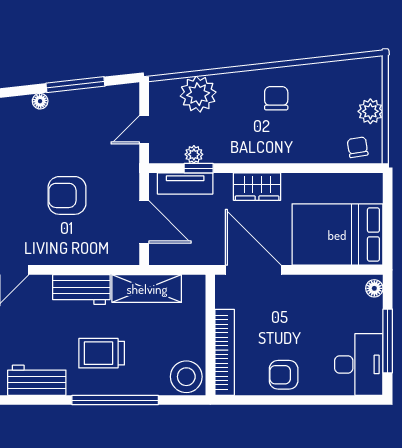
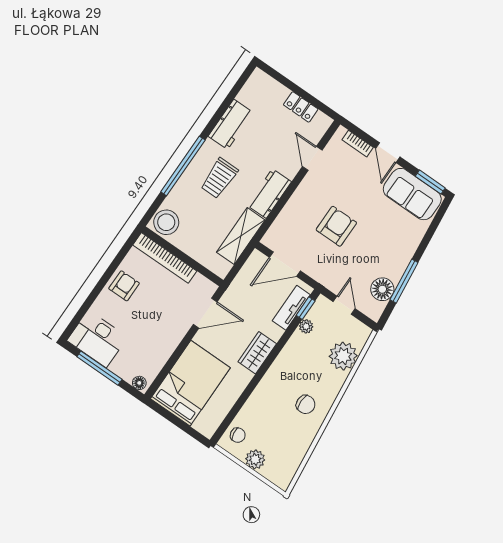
floor lamp: (40, 101) -> (382, 289), moved, width x1.89, depth x1.89
window: (199, 168) -> (306, 308), moved
door: (253, 270) -> (205, 313), width x0.73
trolley: (102, 353) -> (219, 178), turned 180

